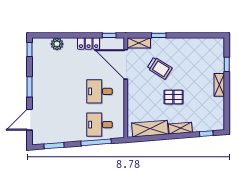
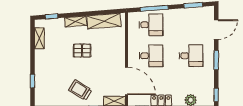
trolley: (160, 68) -> (80, 90), moved
shelving: (219, 85) -> (39, 38), moved
desk: (57, 91) -> (191, 56), added

